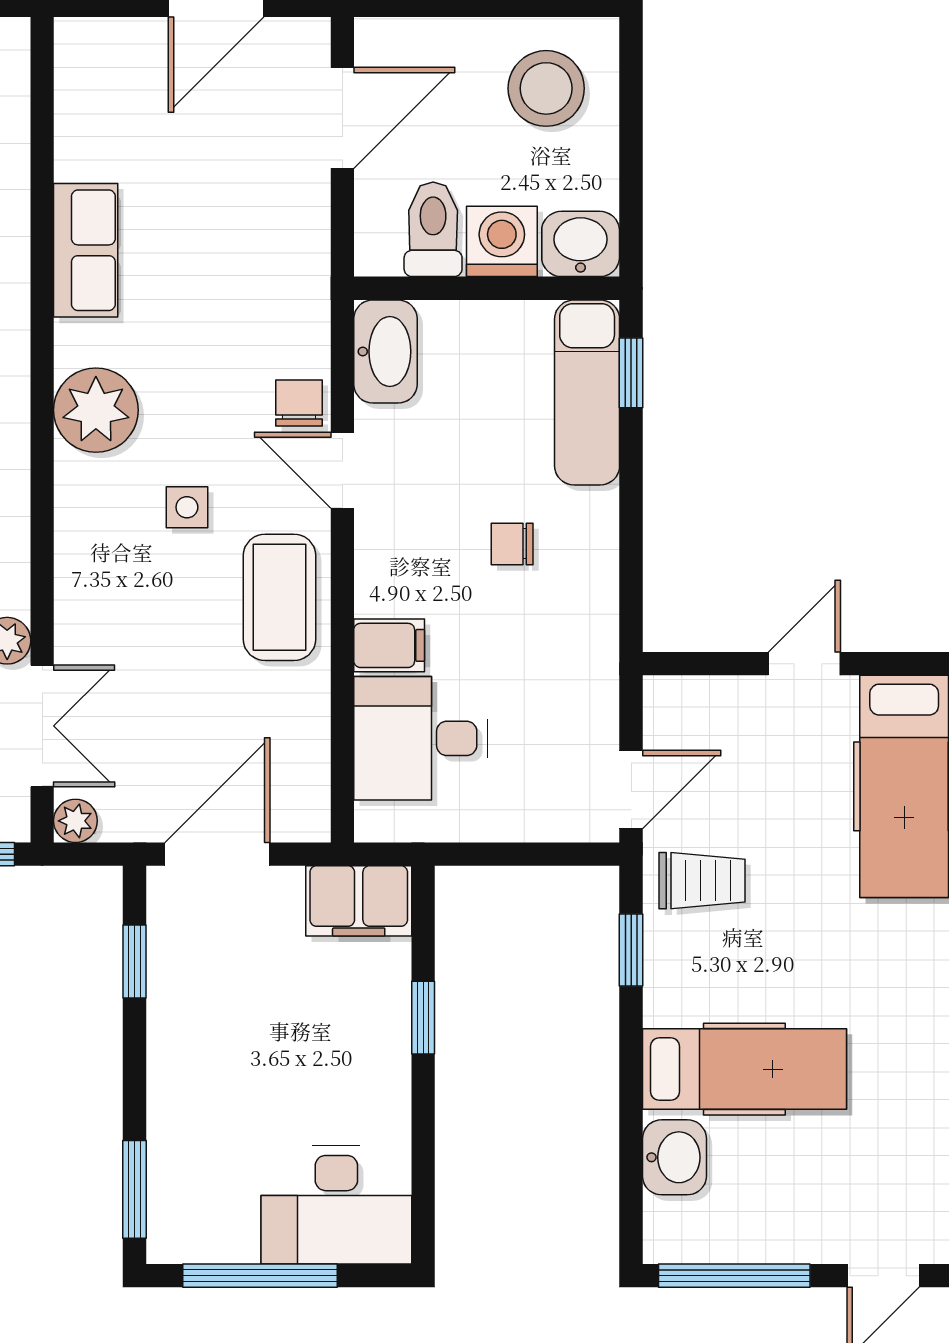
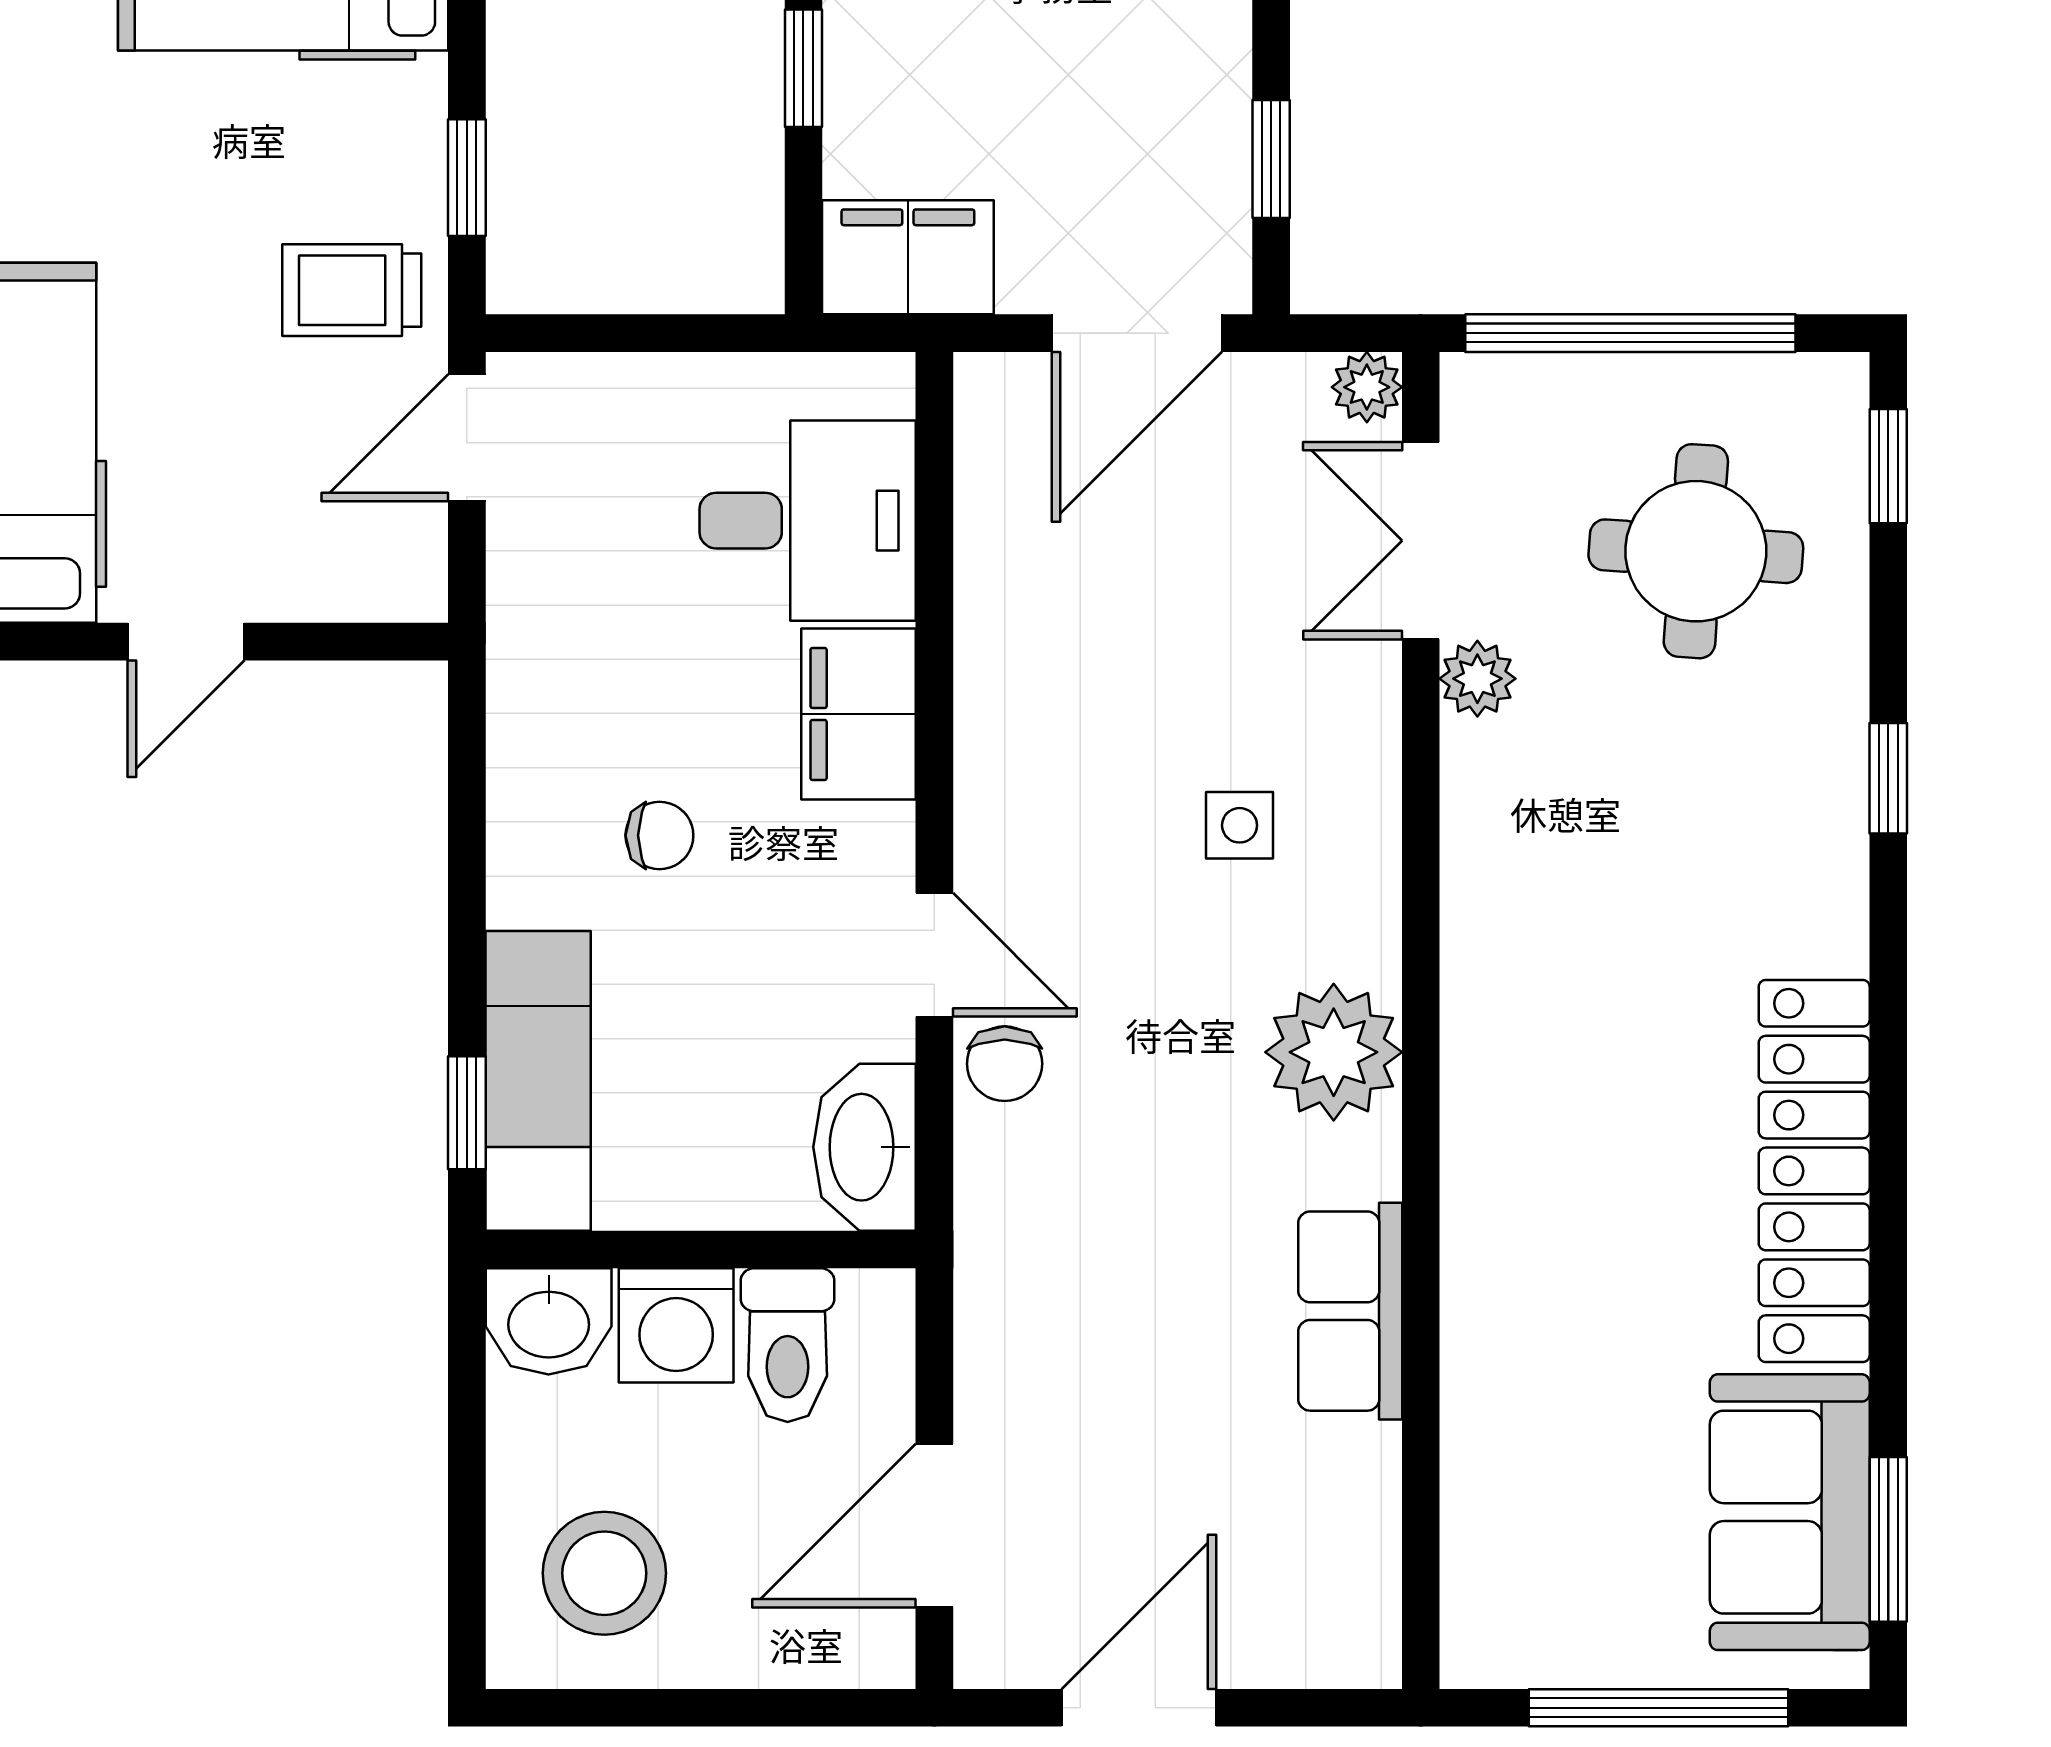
side table: (187, 507) -> (1240, 825), moved
coffee table: (280, 597) -> (1036, 749), removed
filing cabinet: (389, 645) -> (859, 714), width x2.00

